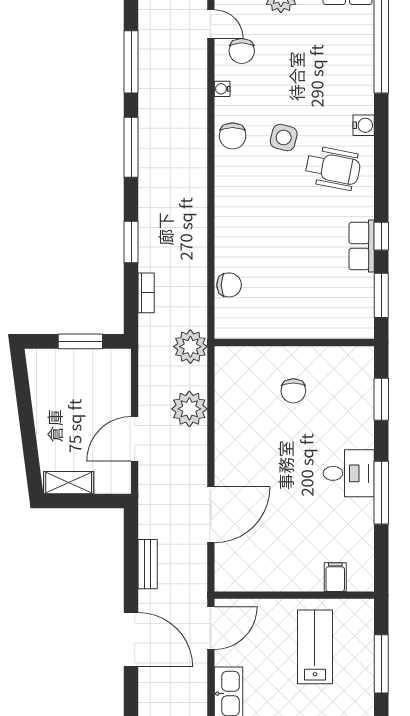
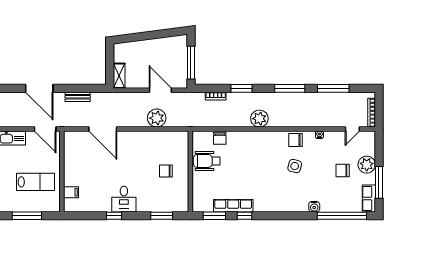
chair: (242, 51) -> (343, 170), moved
water cooler: (364, 125) -> (314, 207), moved
wheelchair: (333, 168) -> (207, 161), moved, turned 79
row of seats: (362, 246) -> (233, 206), width x1.48
window: (80, 341) -> (191, 63), width x1.44
plant: (190, 347) -> (259, 119), moved
door: (135, 439) -> (160, 90), moved
shelving: (69, 483) -> (119, 76), moved
window: (381, 493) -> (114, 216), width x0.46
door: (131, 640) -> (39, 88), hinge flipped

